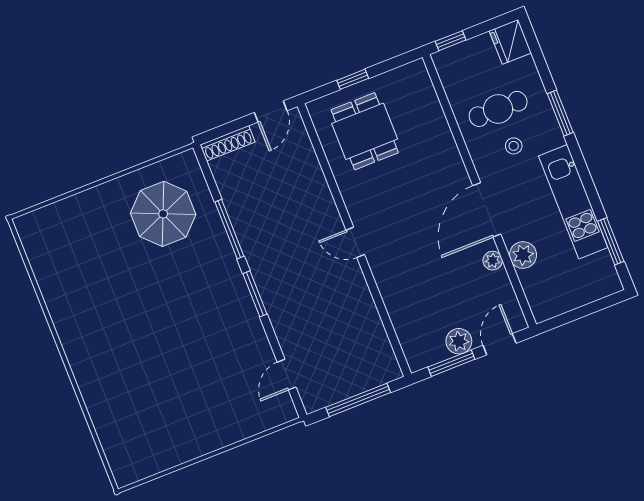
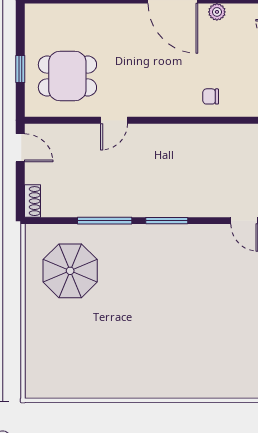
shoe rack: (228, 143) -> (33, 201), width x0.70
door: (355, 242) -> (114, 120), moved
chair: (402, 289) -> (211, 96), added

